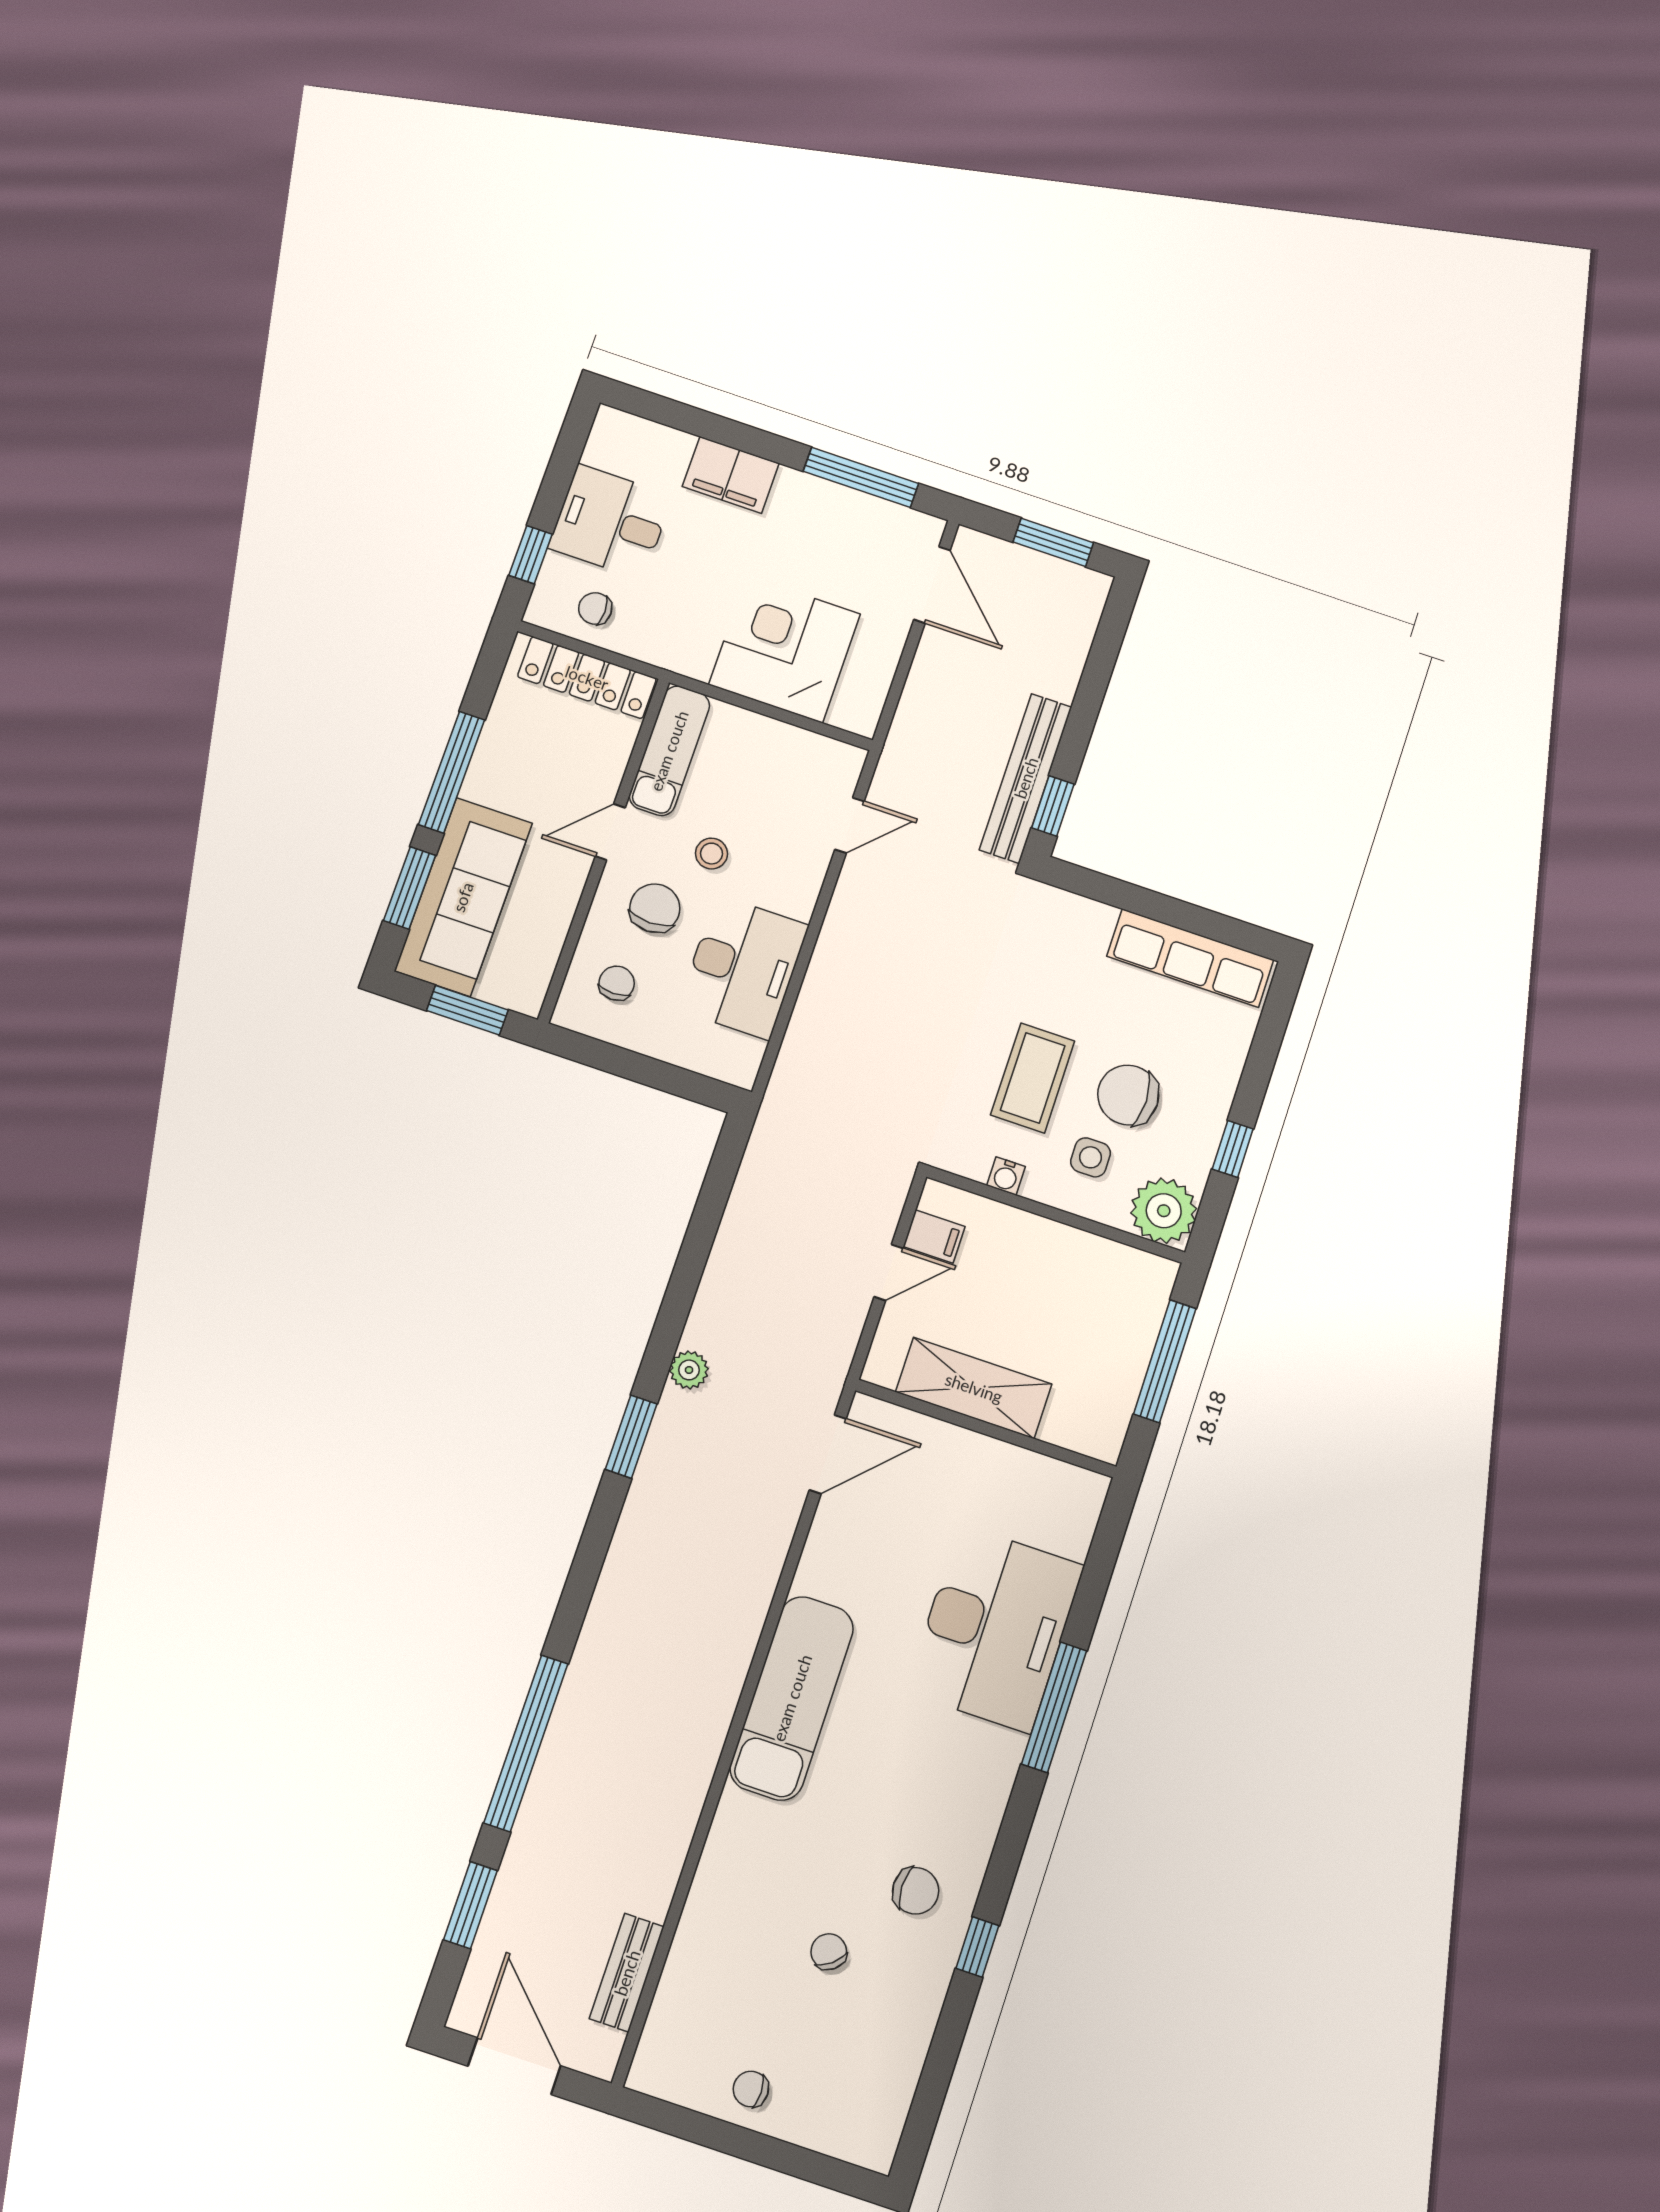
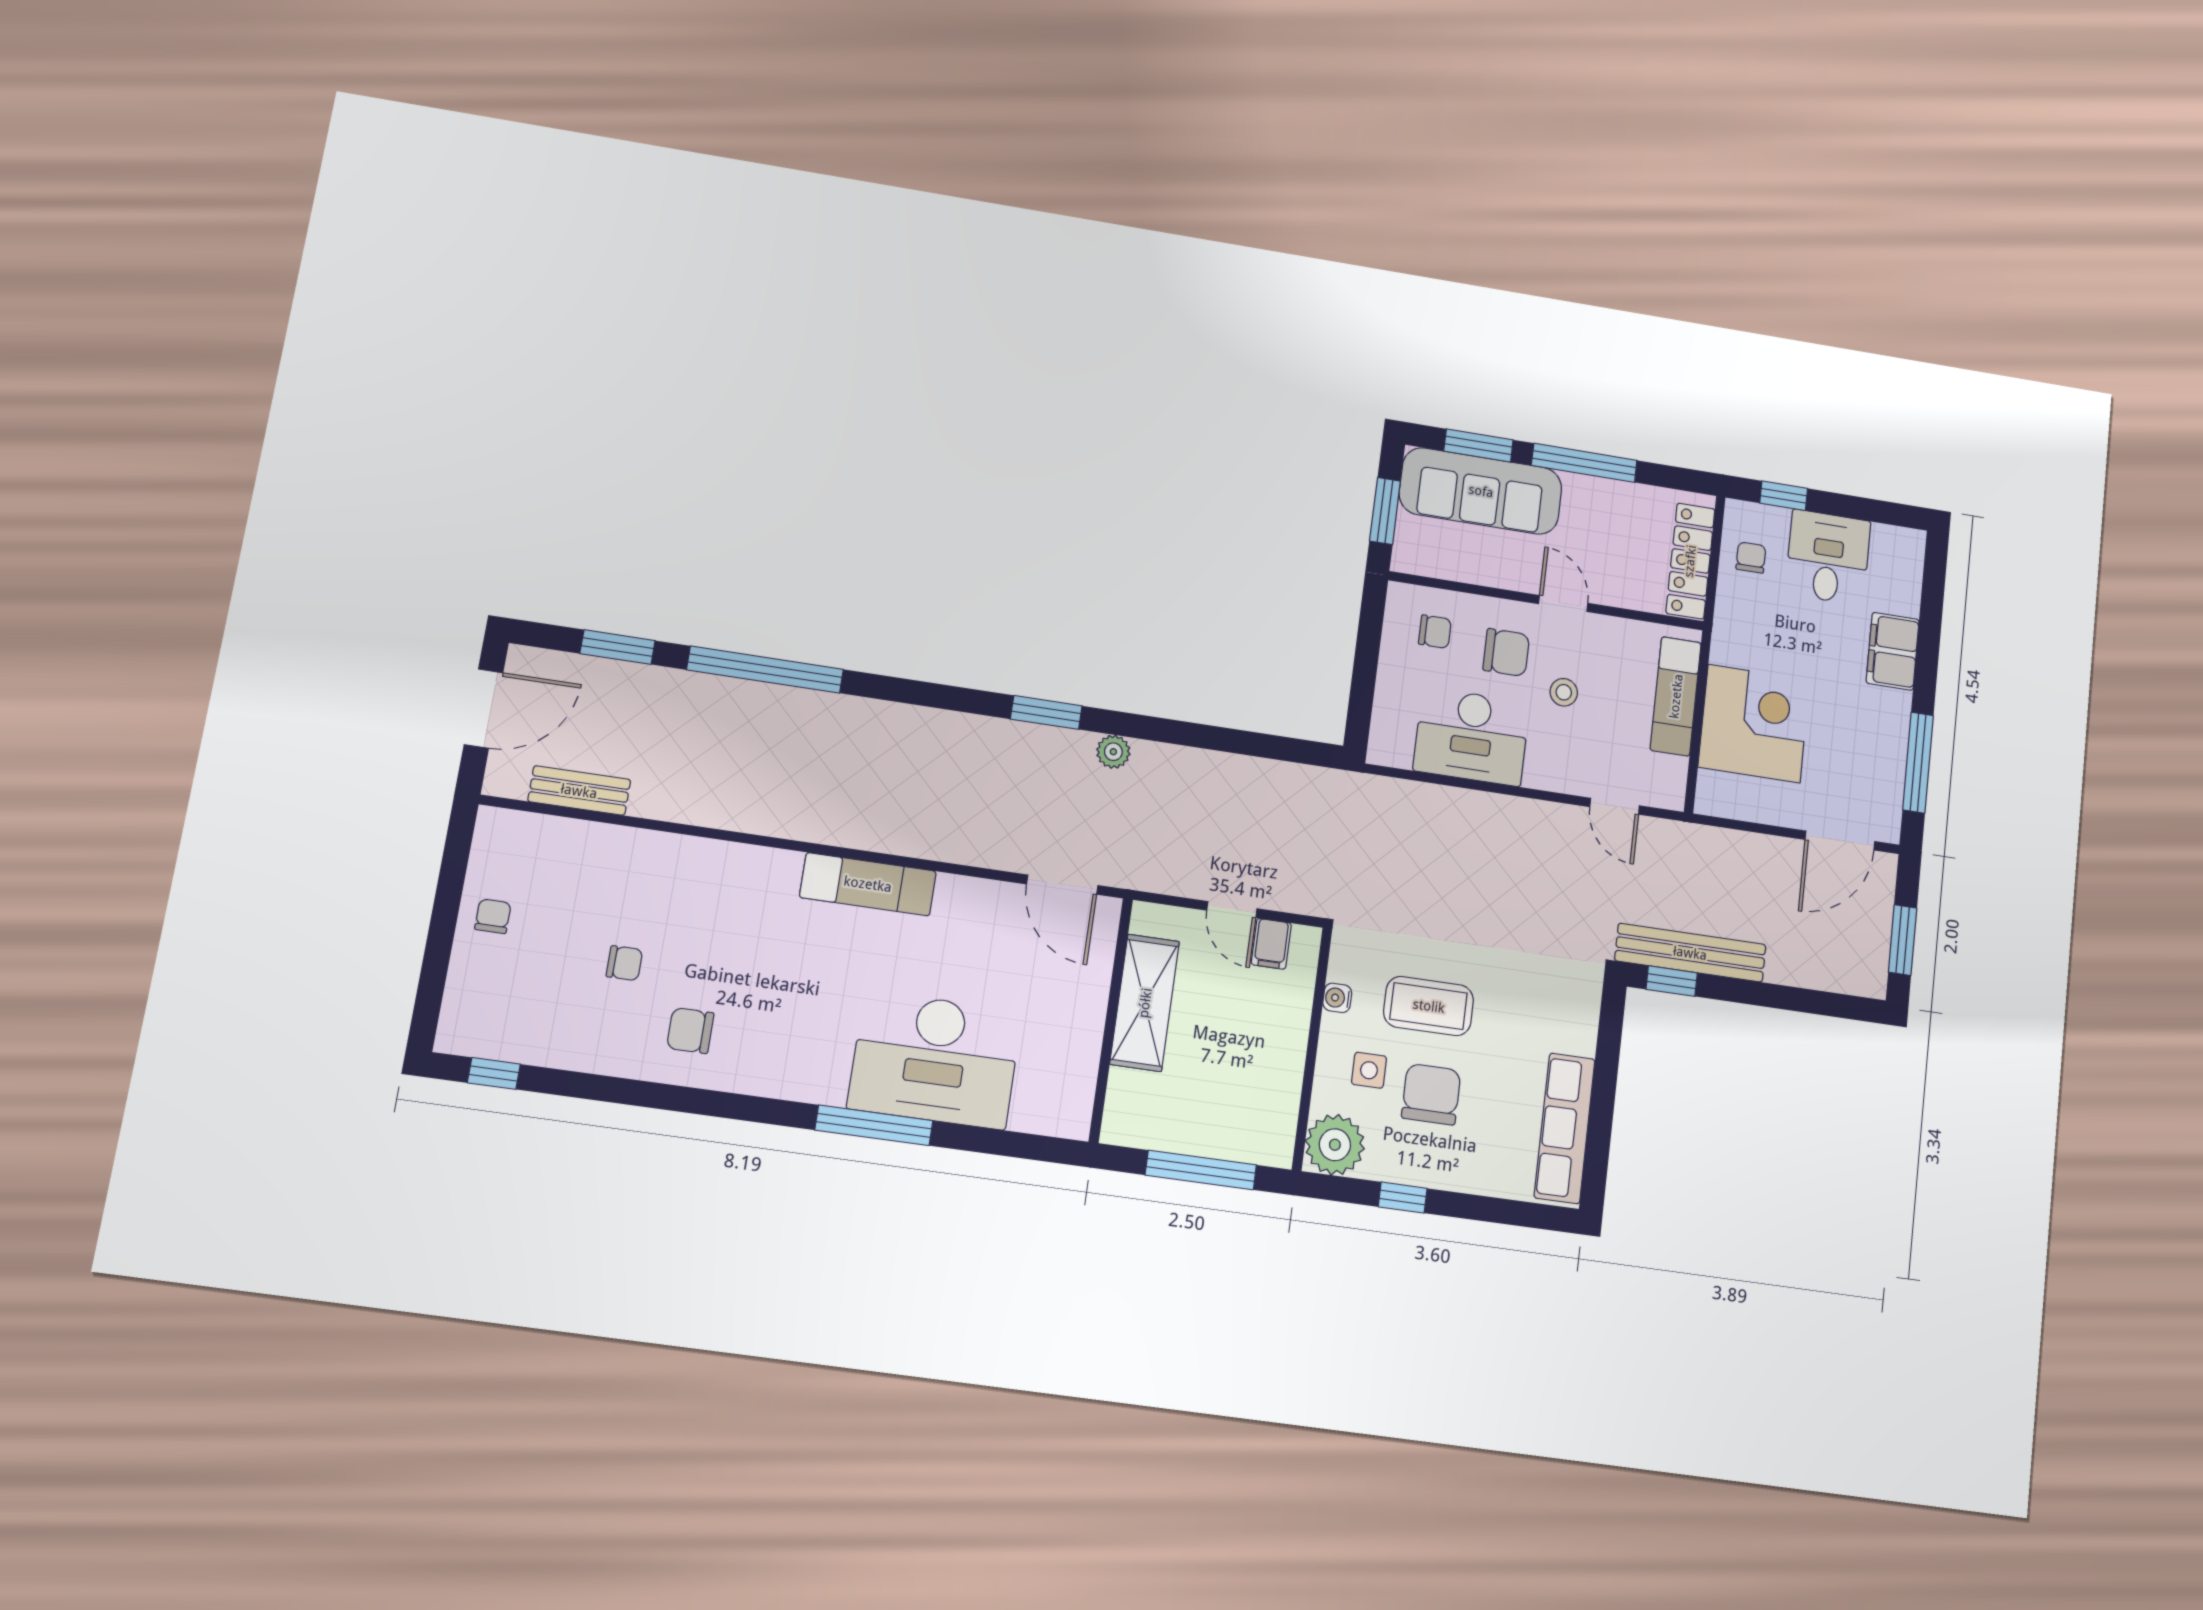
exam couch: (669, 751) -> (1676, 696), moved, turned 90
exam couch: (792, 1698) -> (868, 884), width x0.73, depth x0.69
chair: (916, 1891) -> (690, 1031), turned 90
window: (977, 1947) -> (494, 1073), moved
chair: (829, 1952) -> (624, 963), turned 38

